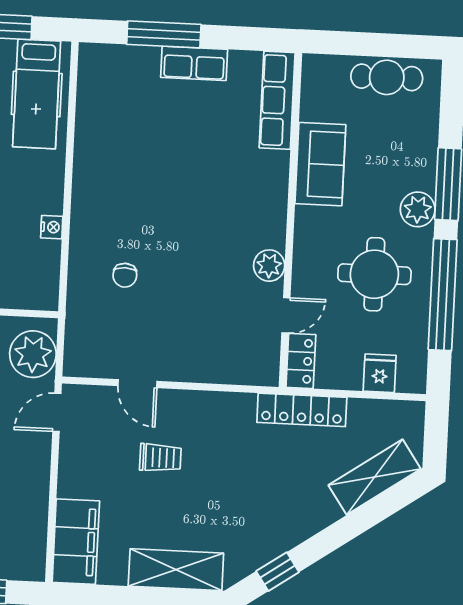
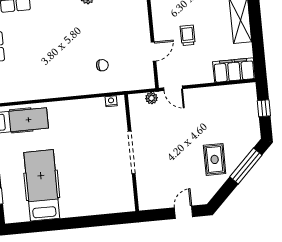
nightstand: (52, 227) -> (111, 101), moved
plant: (33, 354) -> (151, 98), width x0.53, depth x0.53

